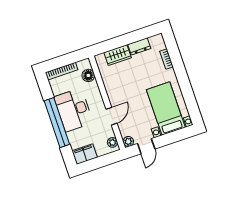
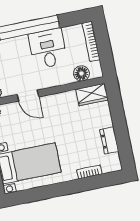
wardrobe: (118, 55) -> (92, 94), moved, turned -90
desk: (73, 110) -> (48, 49), width x0.73

